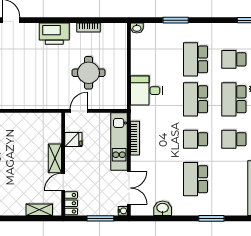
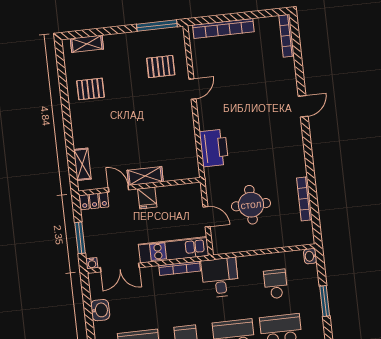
bookcase: (89, 28) -> (304, 199), width x1.56
printer: (54, 34) -> (214, 148), moved, turned 180
school desk: (157, 59) -> (276, 284), added
desk: (146, 91) -> (220, 277), moved
door: (79, 111) -> (207, 217), moved
fridge: (73, 139) -> (147, 198), moved

